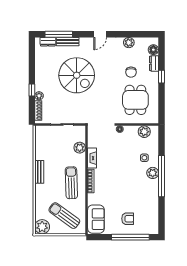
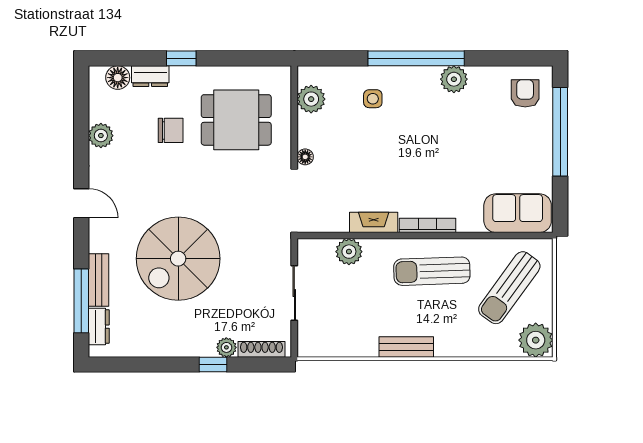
spiral stairs: (77, 75) -> (178, 259), turned 180
plant: (153, 173) -> (454, 79), moved
armchair: (128, 219) -> (525, 93), moved

